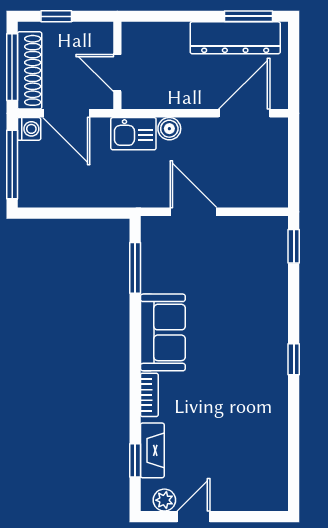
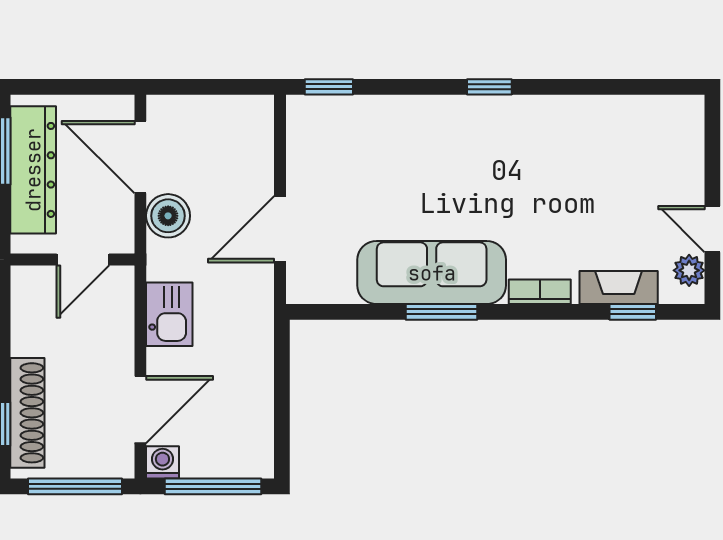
wall: (117, 65) -> (73, 260), moved
shoe rack: (30, 70) -> (27, 413), moved, turned 90
door: (117, 73) -> (83, 260), moved
boiler: (169, 129) -> (168, 216), moved, width x1.36, depth x1.36
window: (135, 268) -> (441, 312), moved
sofa: (163, 332) -> (432, 273), width x1.36

